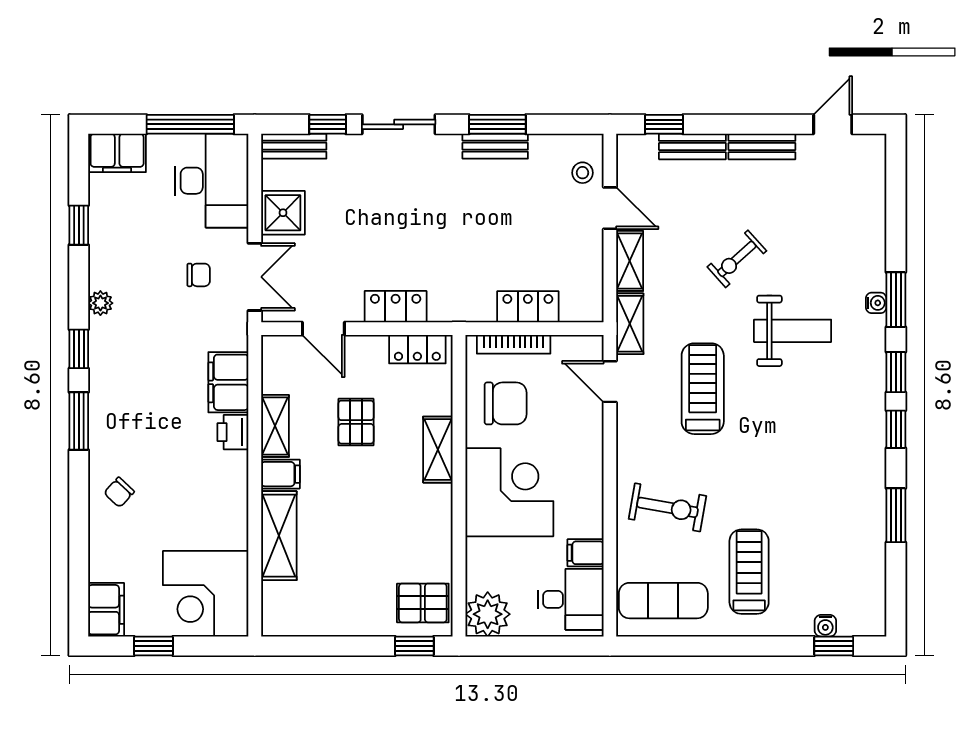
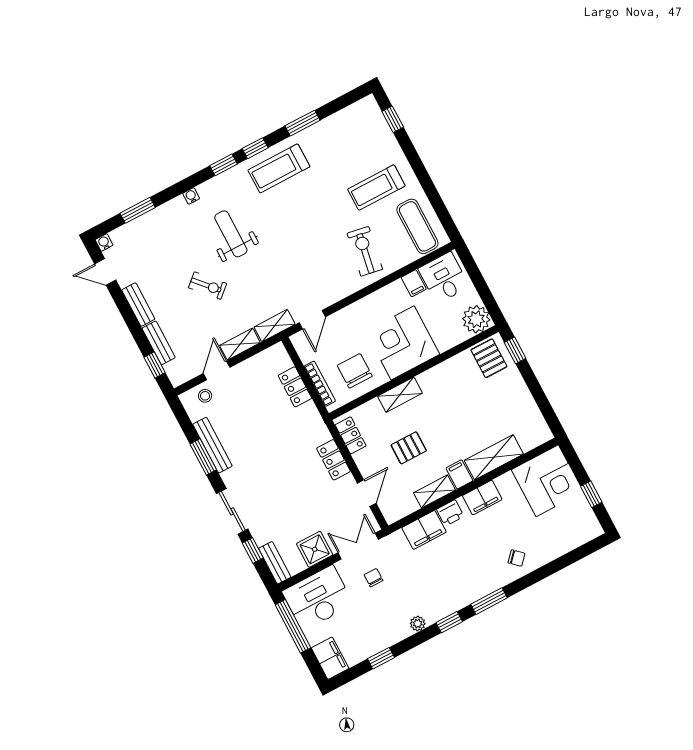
bench: (495, 146) -> (213, 445), width x1.36
window: (896, 300) -> (138, 210), moved
treadmill: (703, 389) -> (279, 168), moved
filing cabinet: (106, 610) -> (482, 498), moved, turned 180
water cooler: (825, 626) -> (104, 242), moved, turned -90

